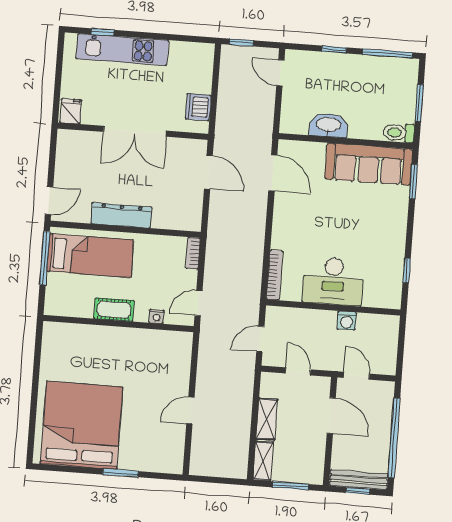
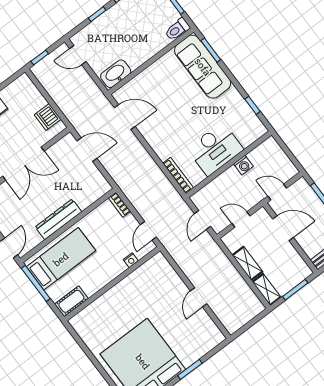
washbasin: (328, 125) -> (116, 74), moved
sofa: (369, 164) -> (203, 67), moved, turned 90
cot: (114, 310) -> (71, 301), moved

